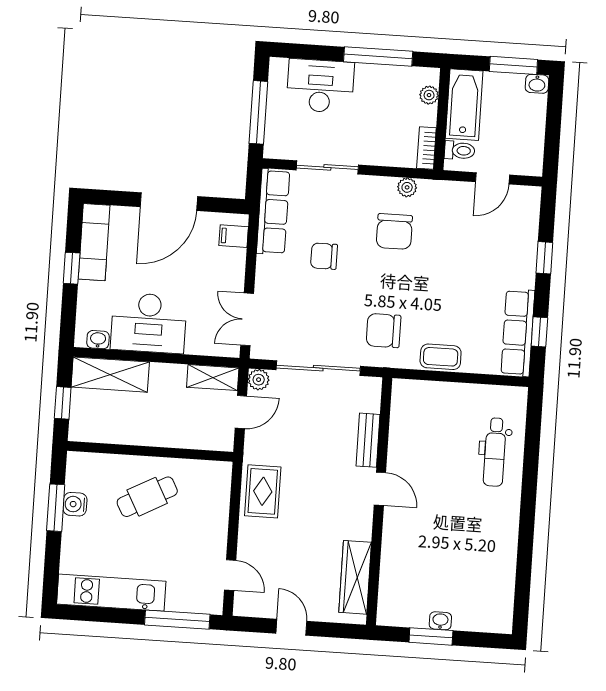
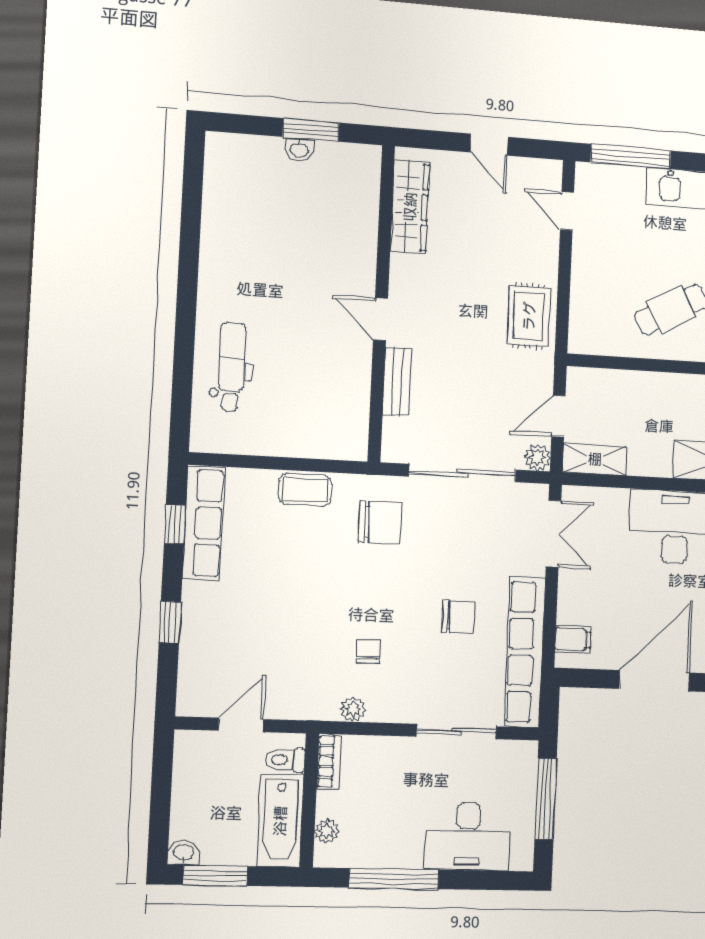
row of seats: (273, 212) -> (525, 652), width x1.36
chair: (394, 232) -> (369, 651), width x0.54, depth x0.54

